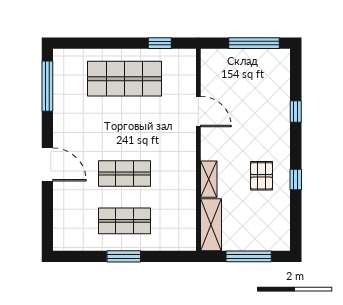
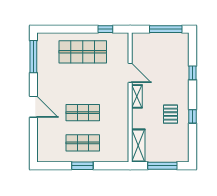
shelving: (209, 179) -> (137, 96), moved

